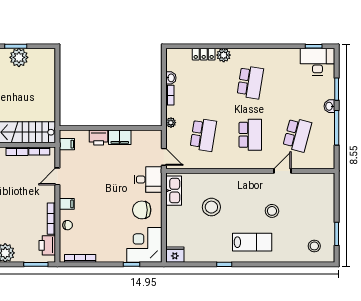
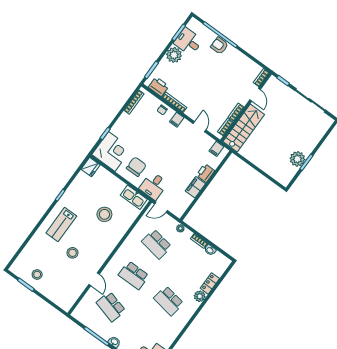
stool: (314, 246) -> (37, 274), moved

